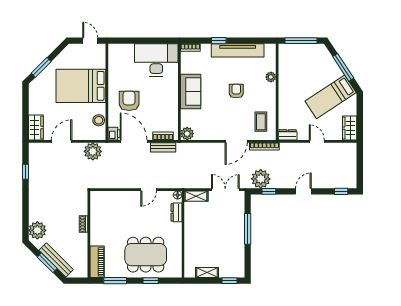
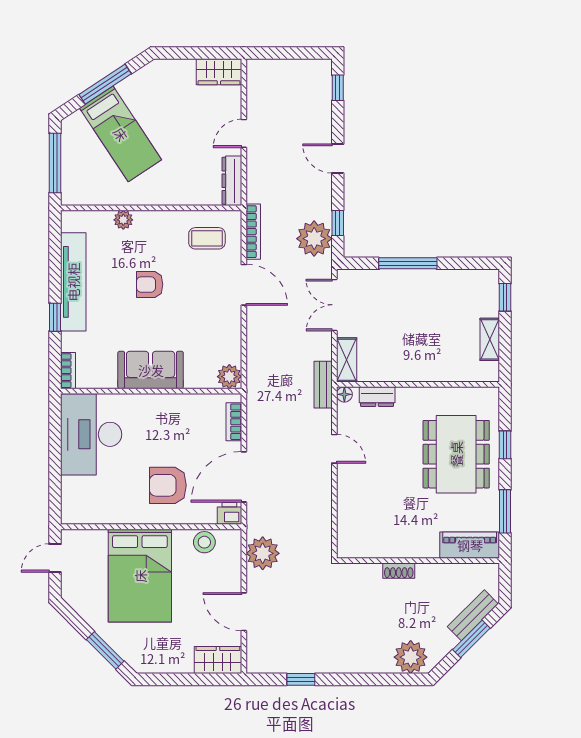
bed: (331, 97) -> (121, 134), moved
dresser: (288, 135) -> (232, 181), width x1.44
bench: (163, 147) -> (323, 385), moved
bench: (56, 260) -> (473, 615), width x0.73

